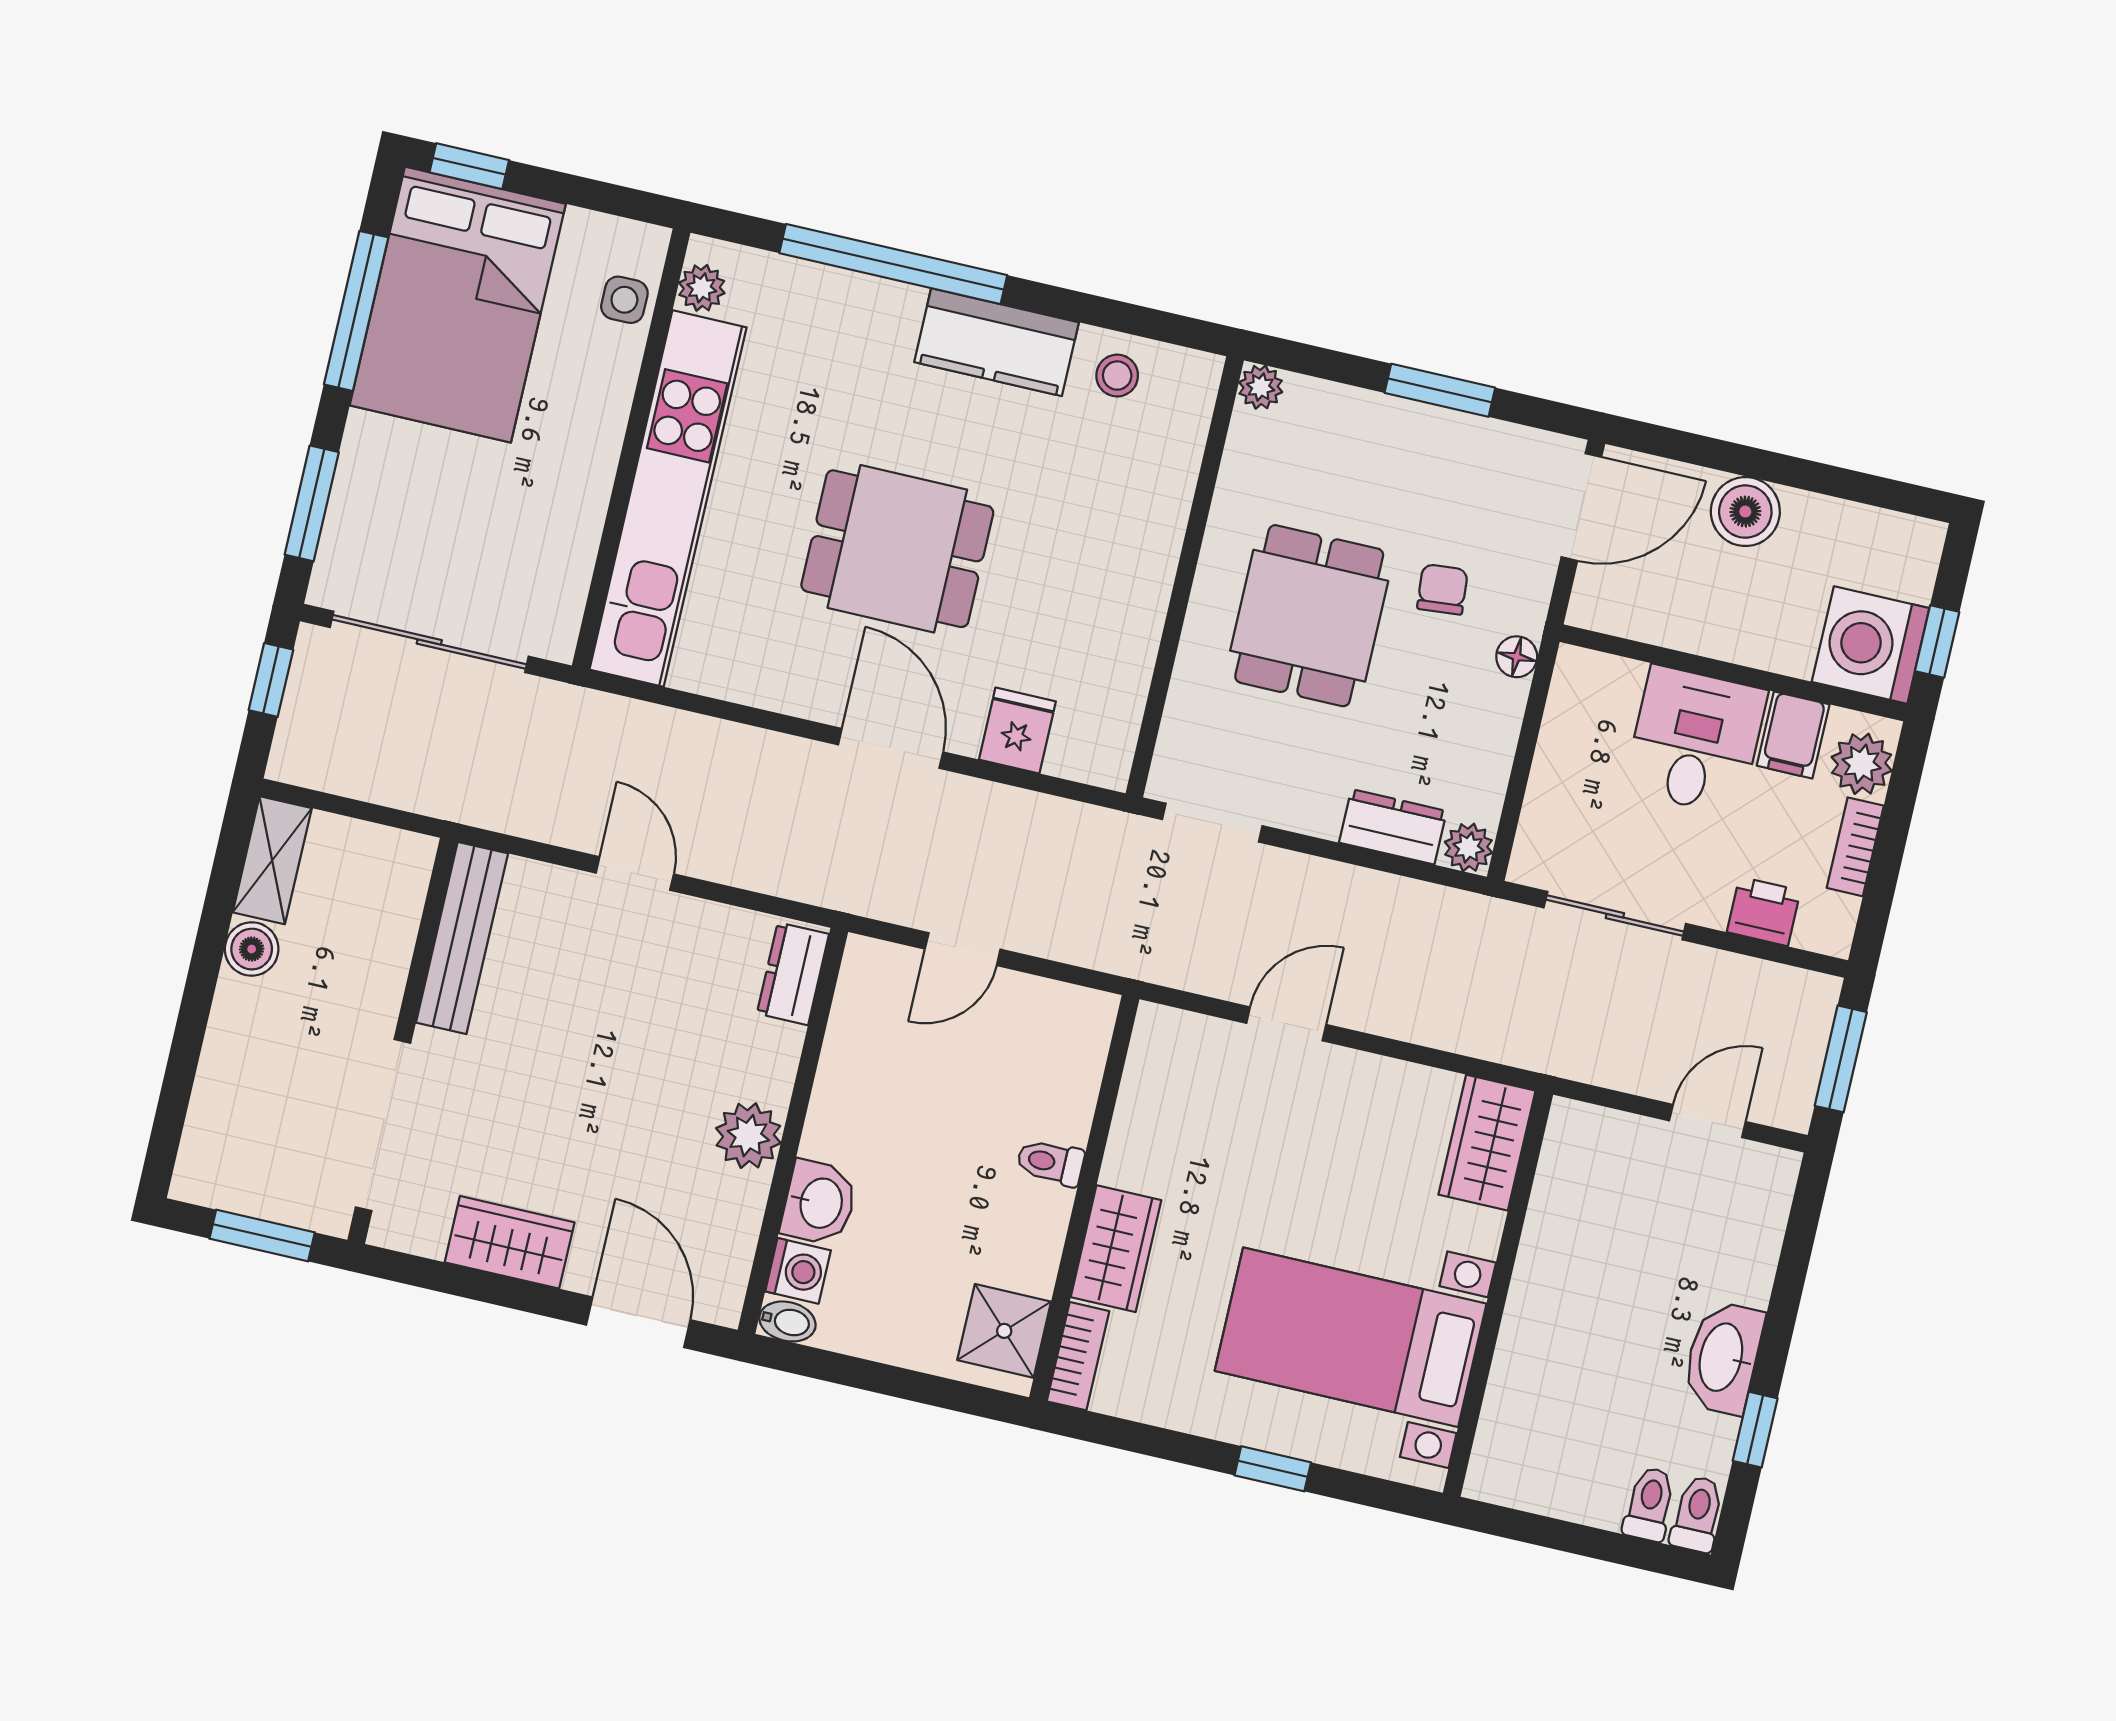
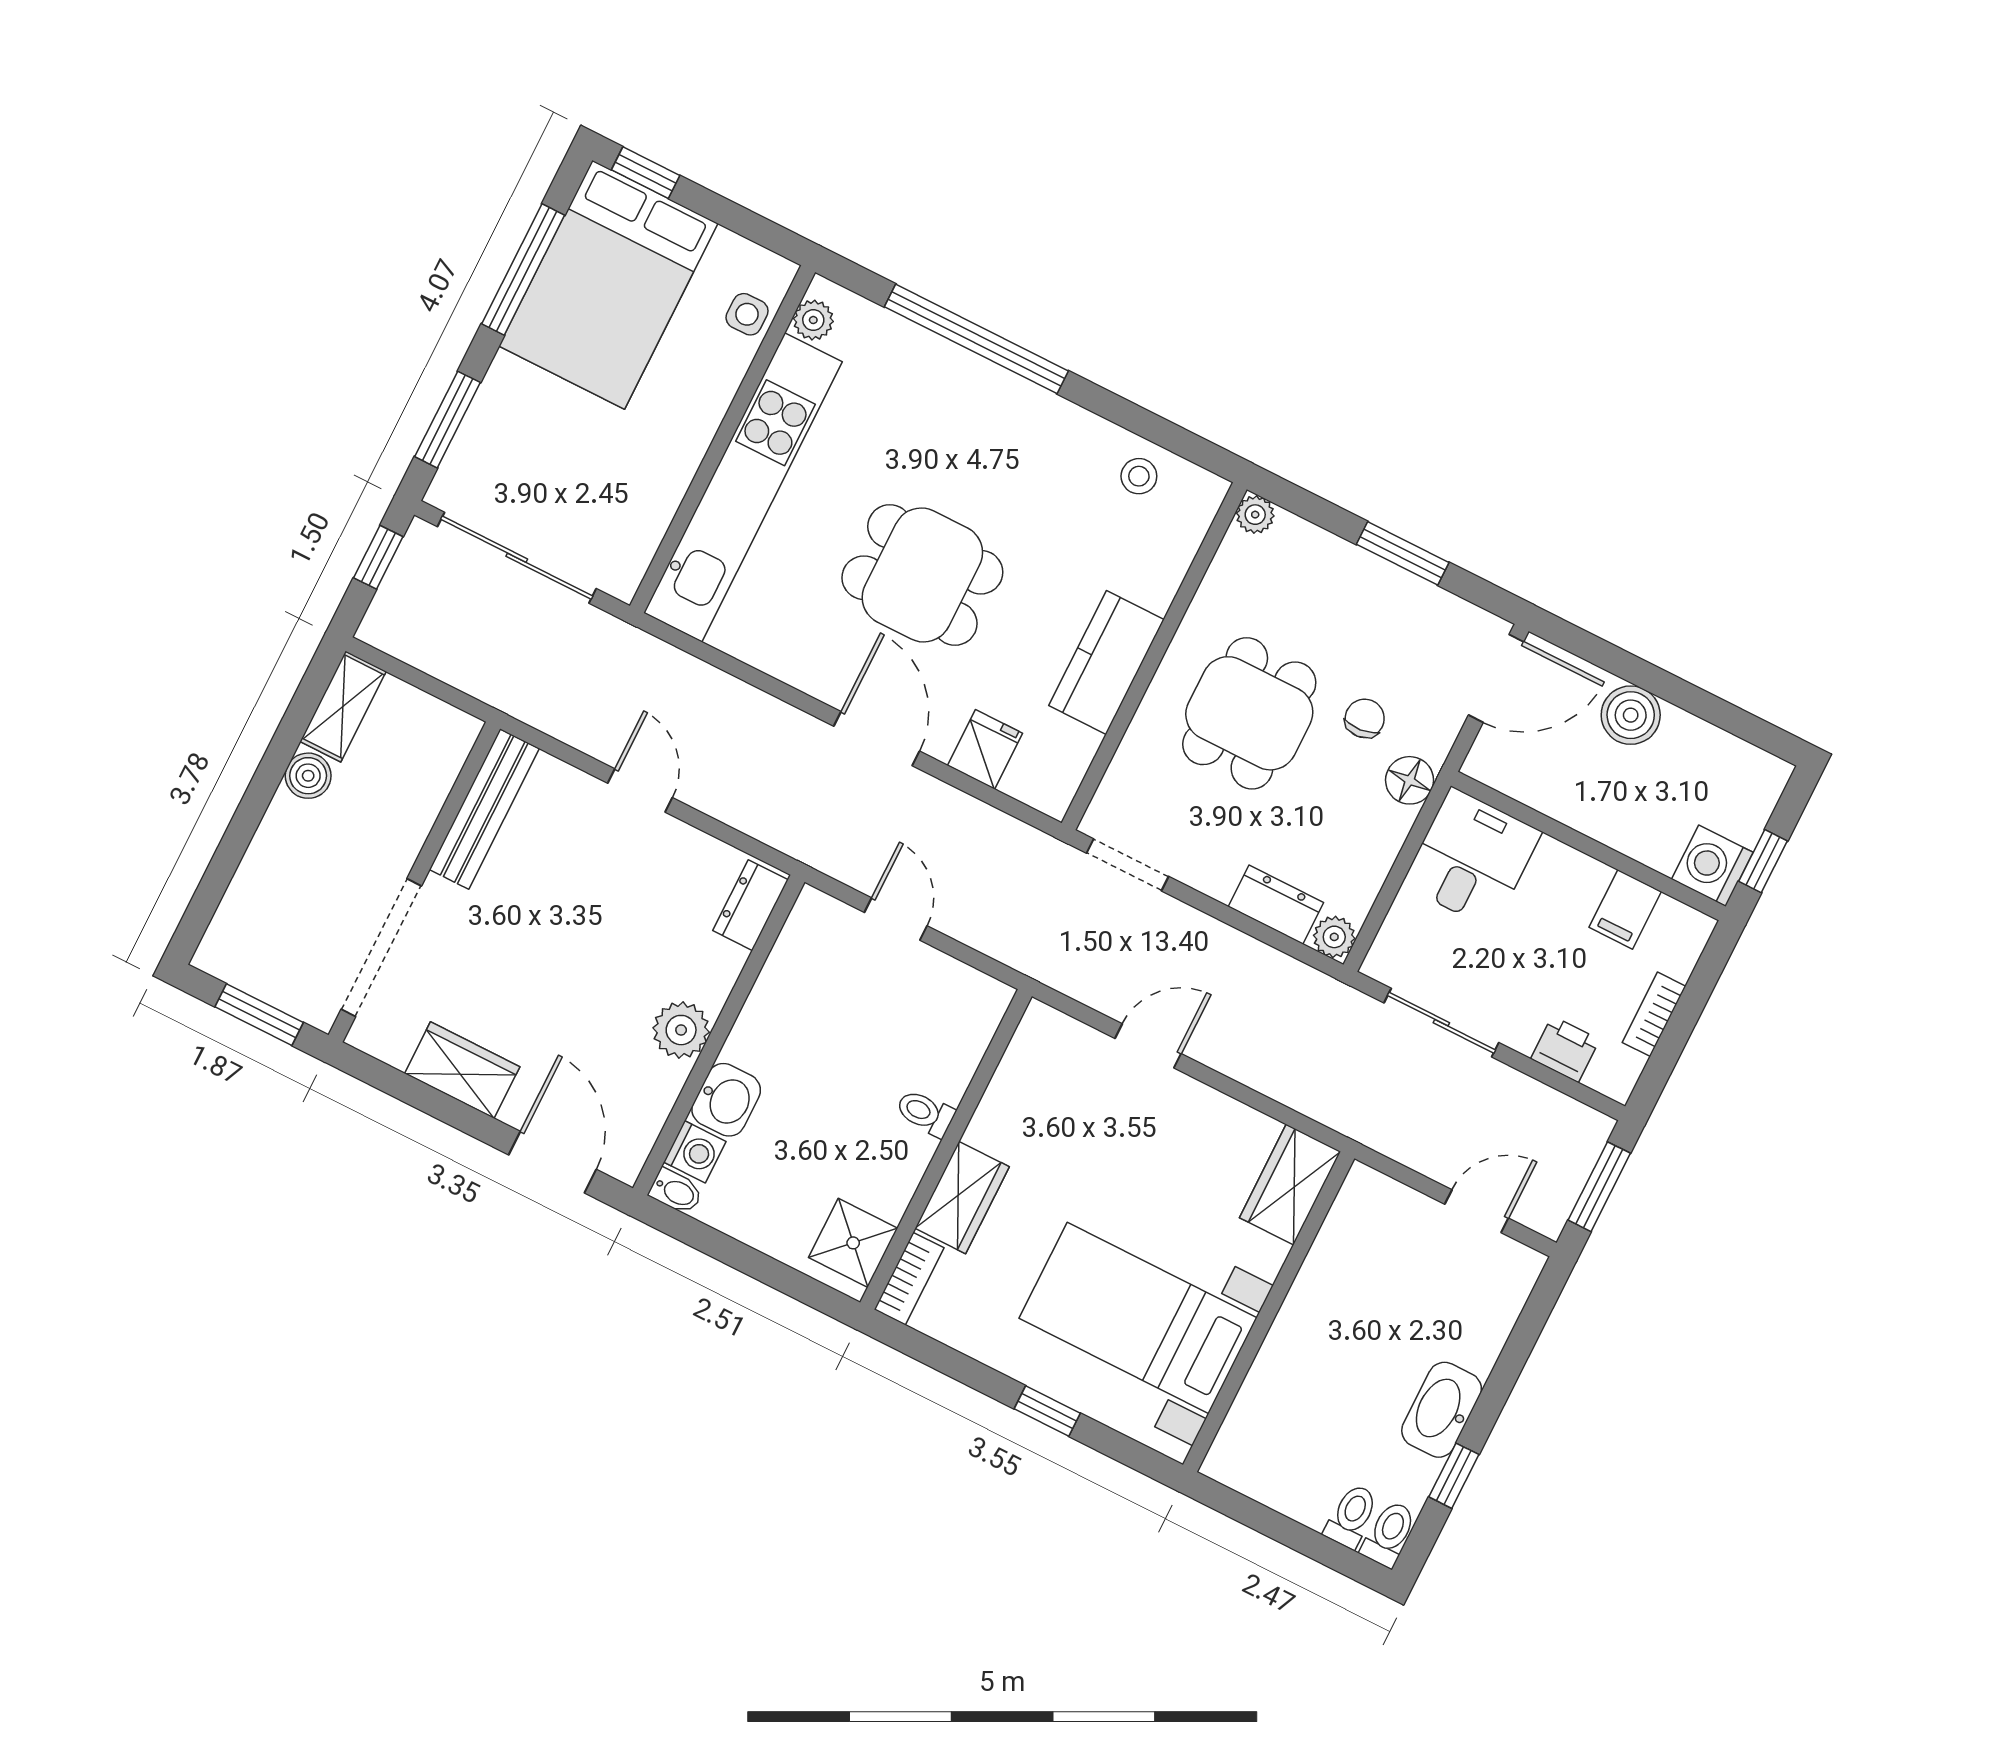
kitchen counter: (997, 342) -> (1106, 662), moved, turned 90
washing machine: (1871, 645) -> (1712, 866), width x0.73, depth x0.73
floor lamp: (1517, 657) -> (1410, 780), width x1.37, depth x1.37
desk: (1695, 740) -> (1472, 858), moved
plant: (1862, 764) -> (1676, 947), removed
door: (963, 949) -> (896, 919), swing flipped

